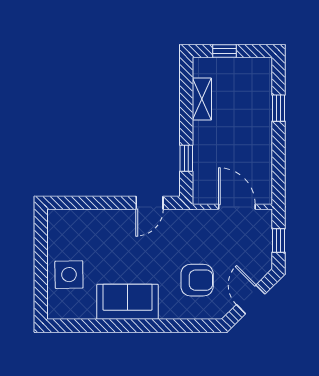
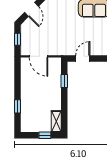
shelving: (202, 99) -> (56, 121), moved
armchair: (197, 280) -> (59, 19), removed

